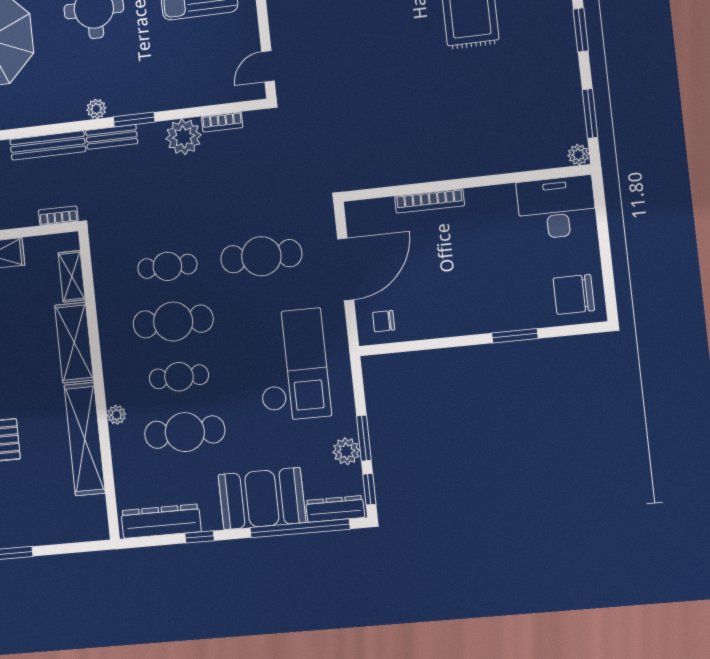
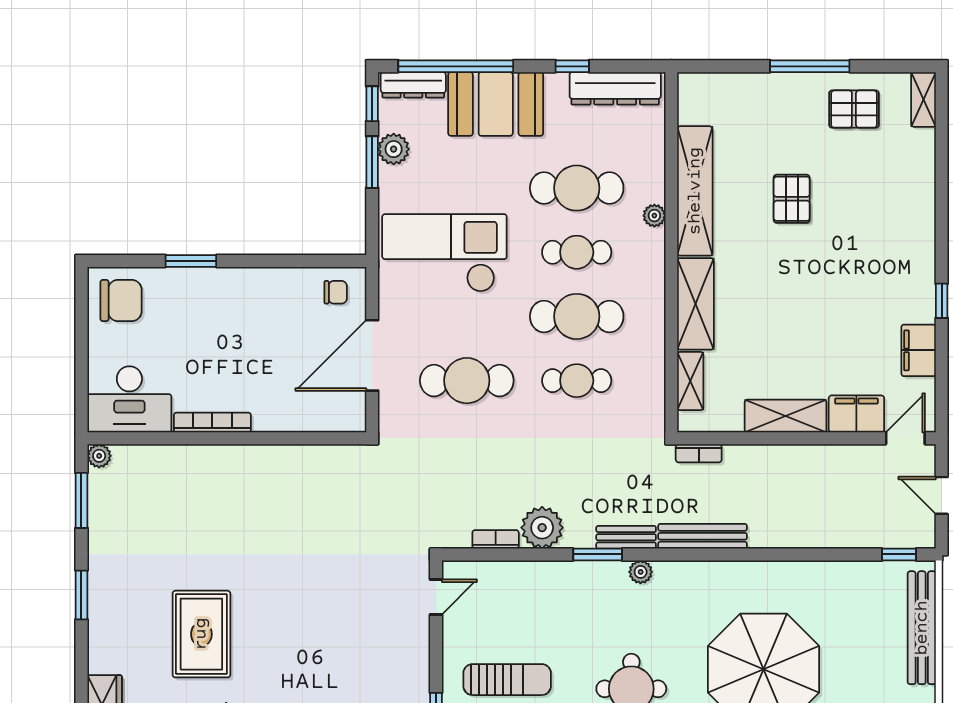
bookcase: (429, 201) -> (212, 423), moved
checkout: (292, 365) -> (444, 253), turned 90

